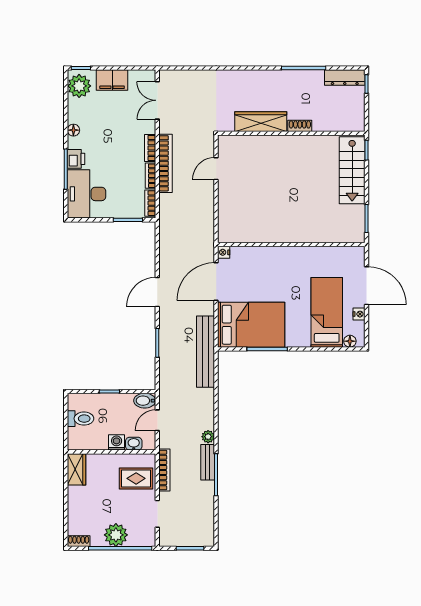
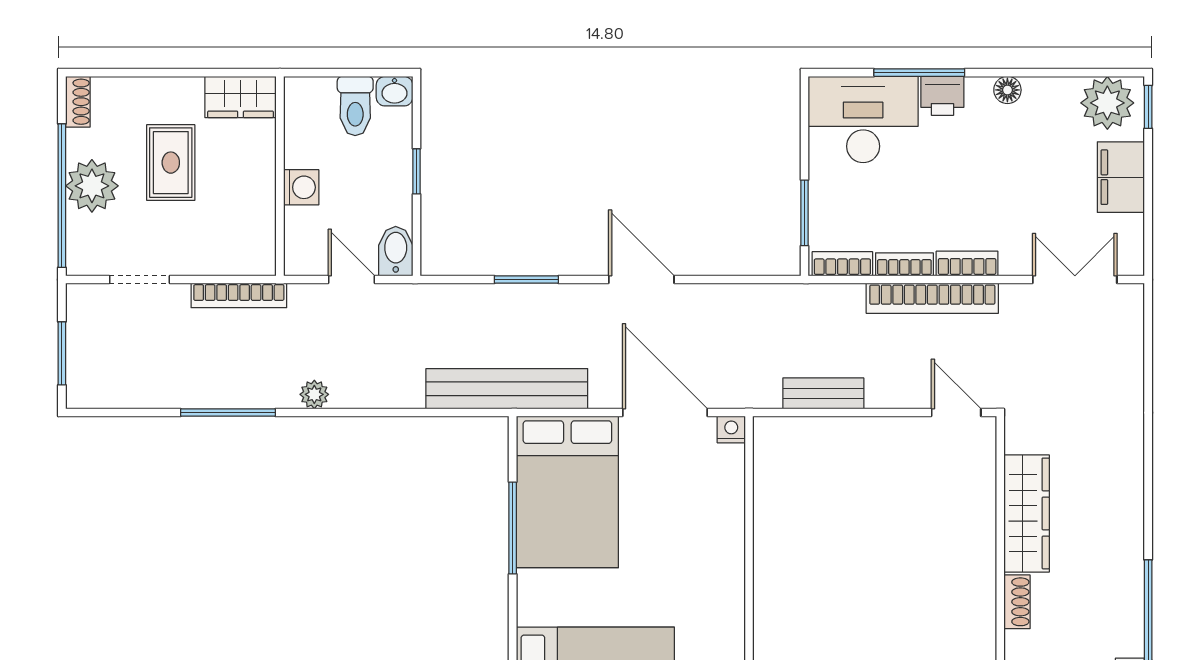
door: (216, 169) -> (956, 413), moved
washbasin: (134, 444) -> (394, 91), moved, turned 90
bench: (208, 462) -> (823, 393), moved
rug: (136, 478) -> (171, 163), moved

